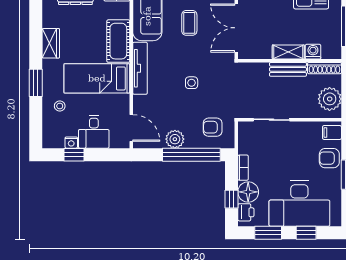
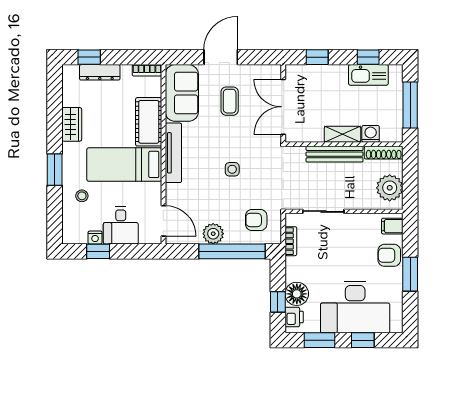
bench: (288, 69) -> (335, 154), width x1.36
bookcase: (243, 168) -> (291, 241), moved

